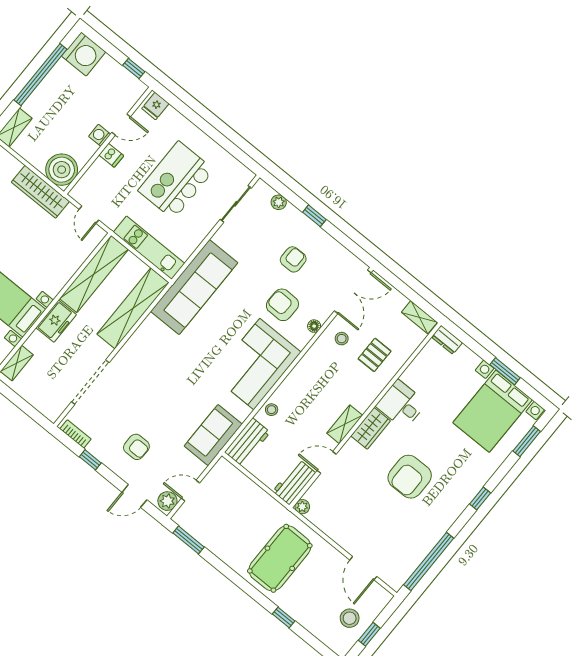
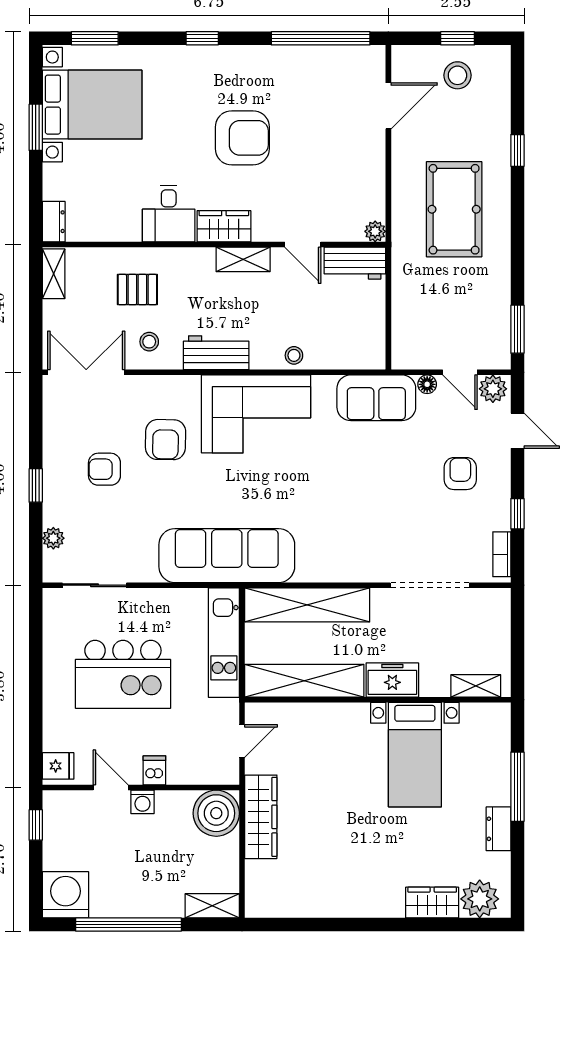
floor lamp: (314, 326) -> (427, 384), moved
workbench: (247, 442) -> (216, 353), moved
pool table: (280, 558) -> (454, 209), turned 90

